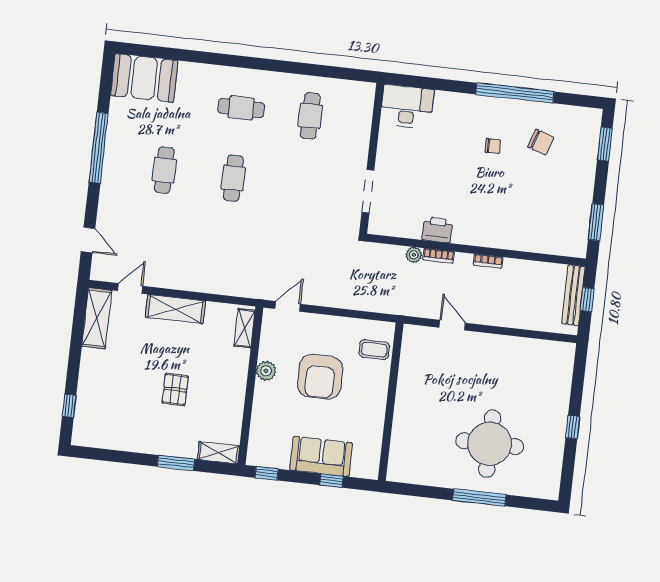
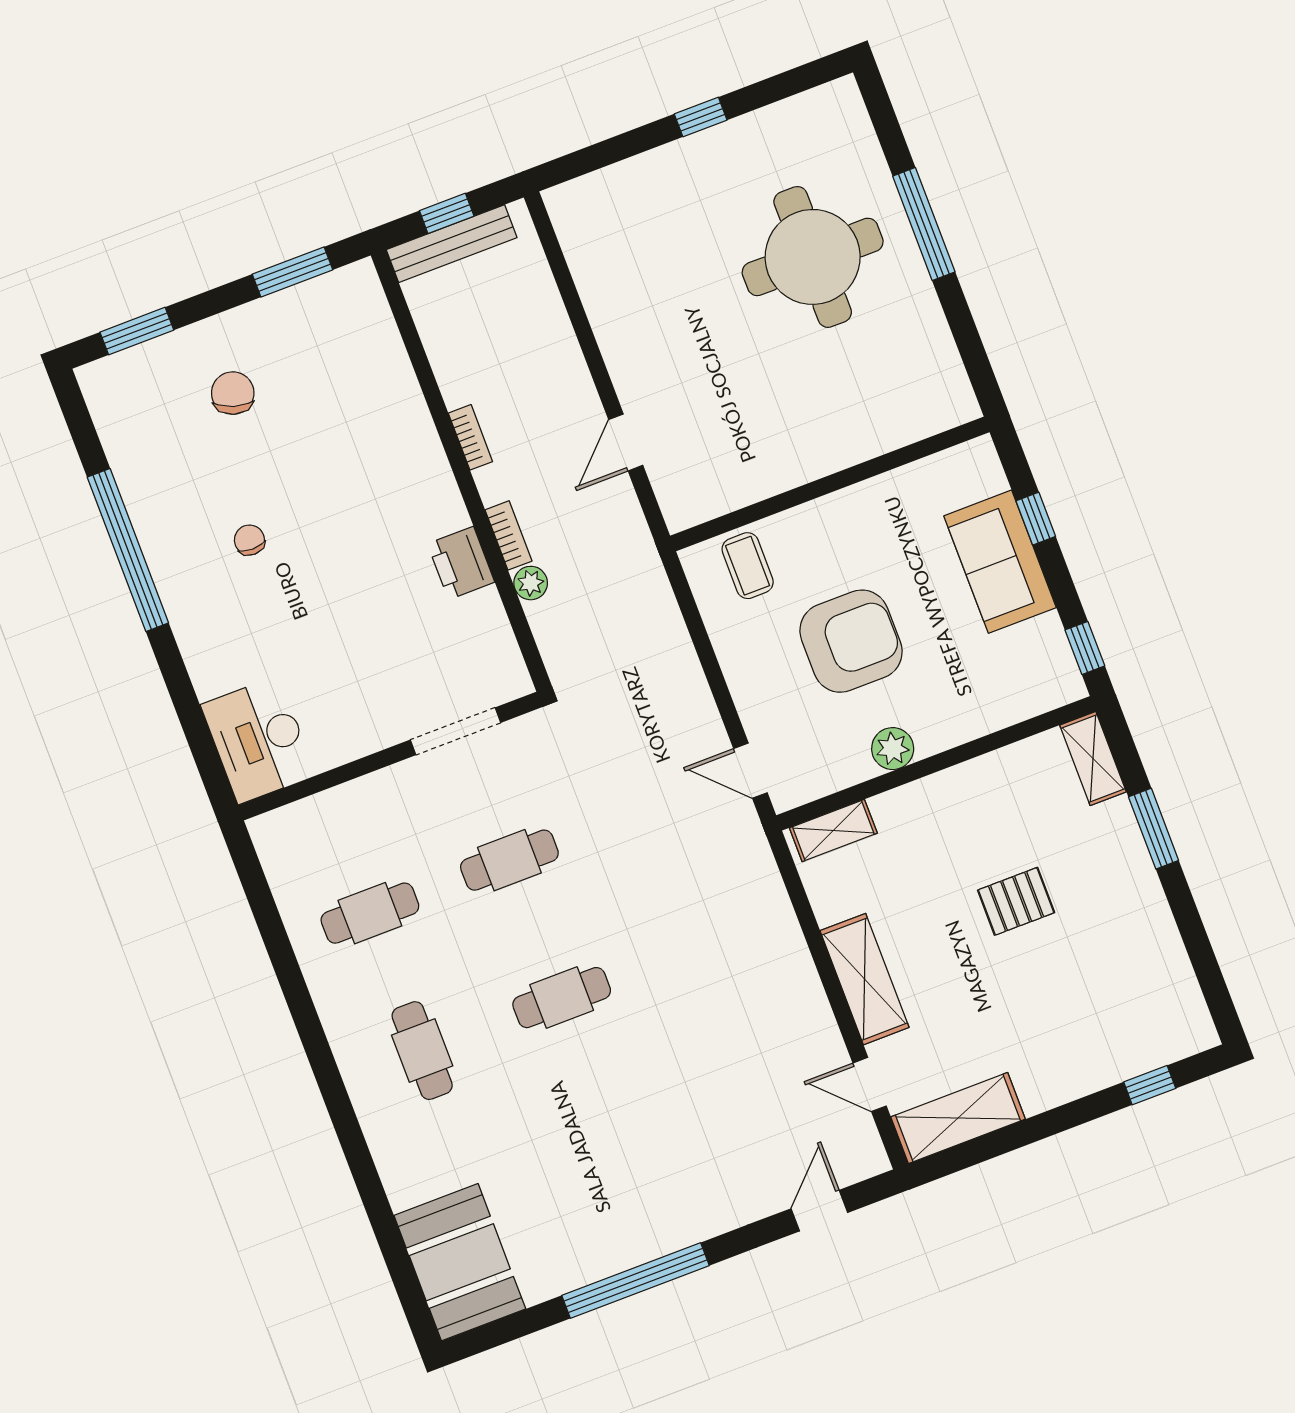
chair: (541, 142) -> (233, 393), moved
cafe table: (164, 170) -> (509, 860), moved

